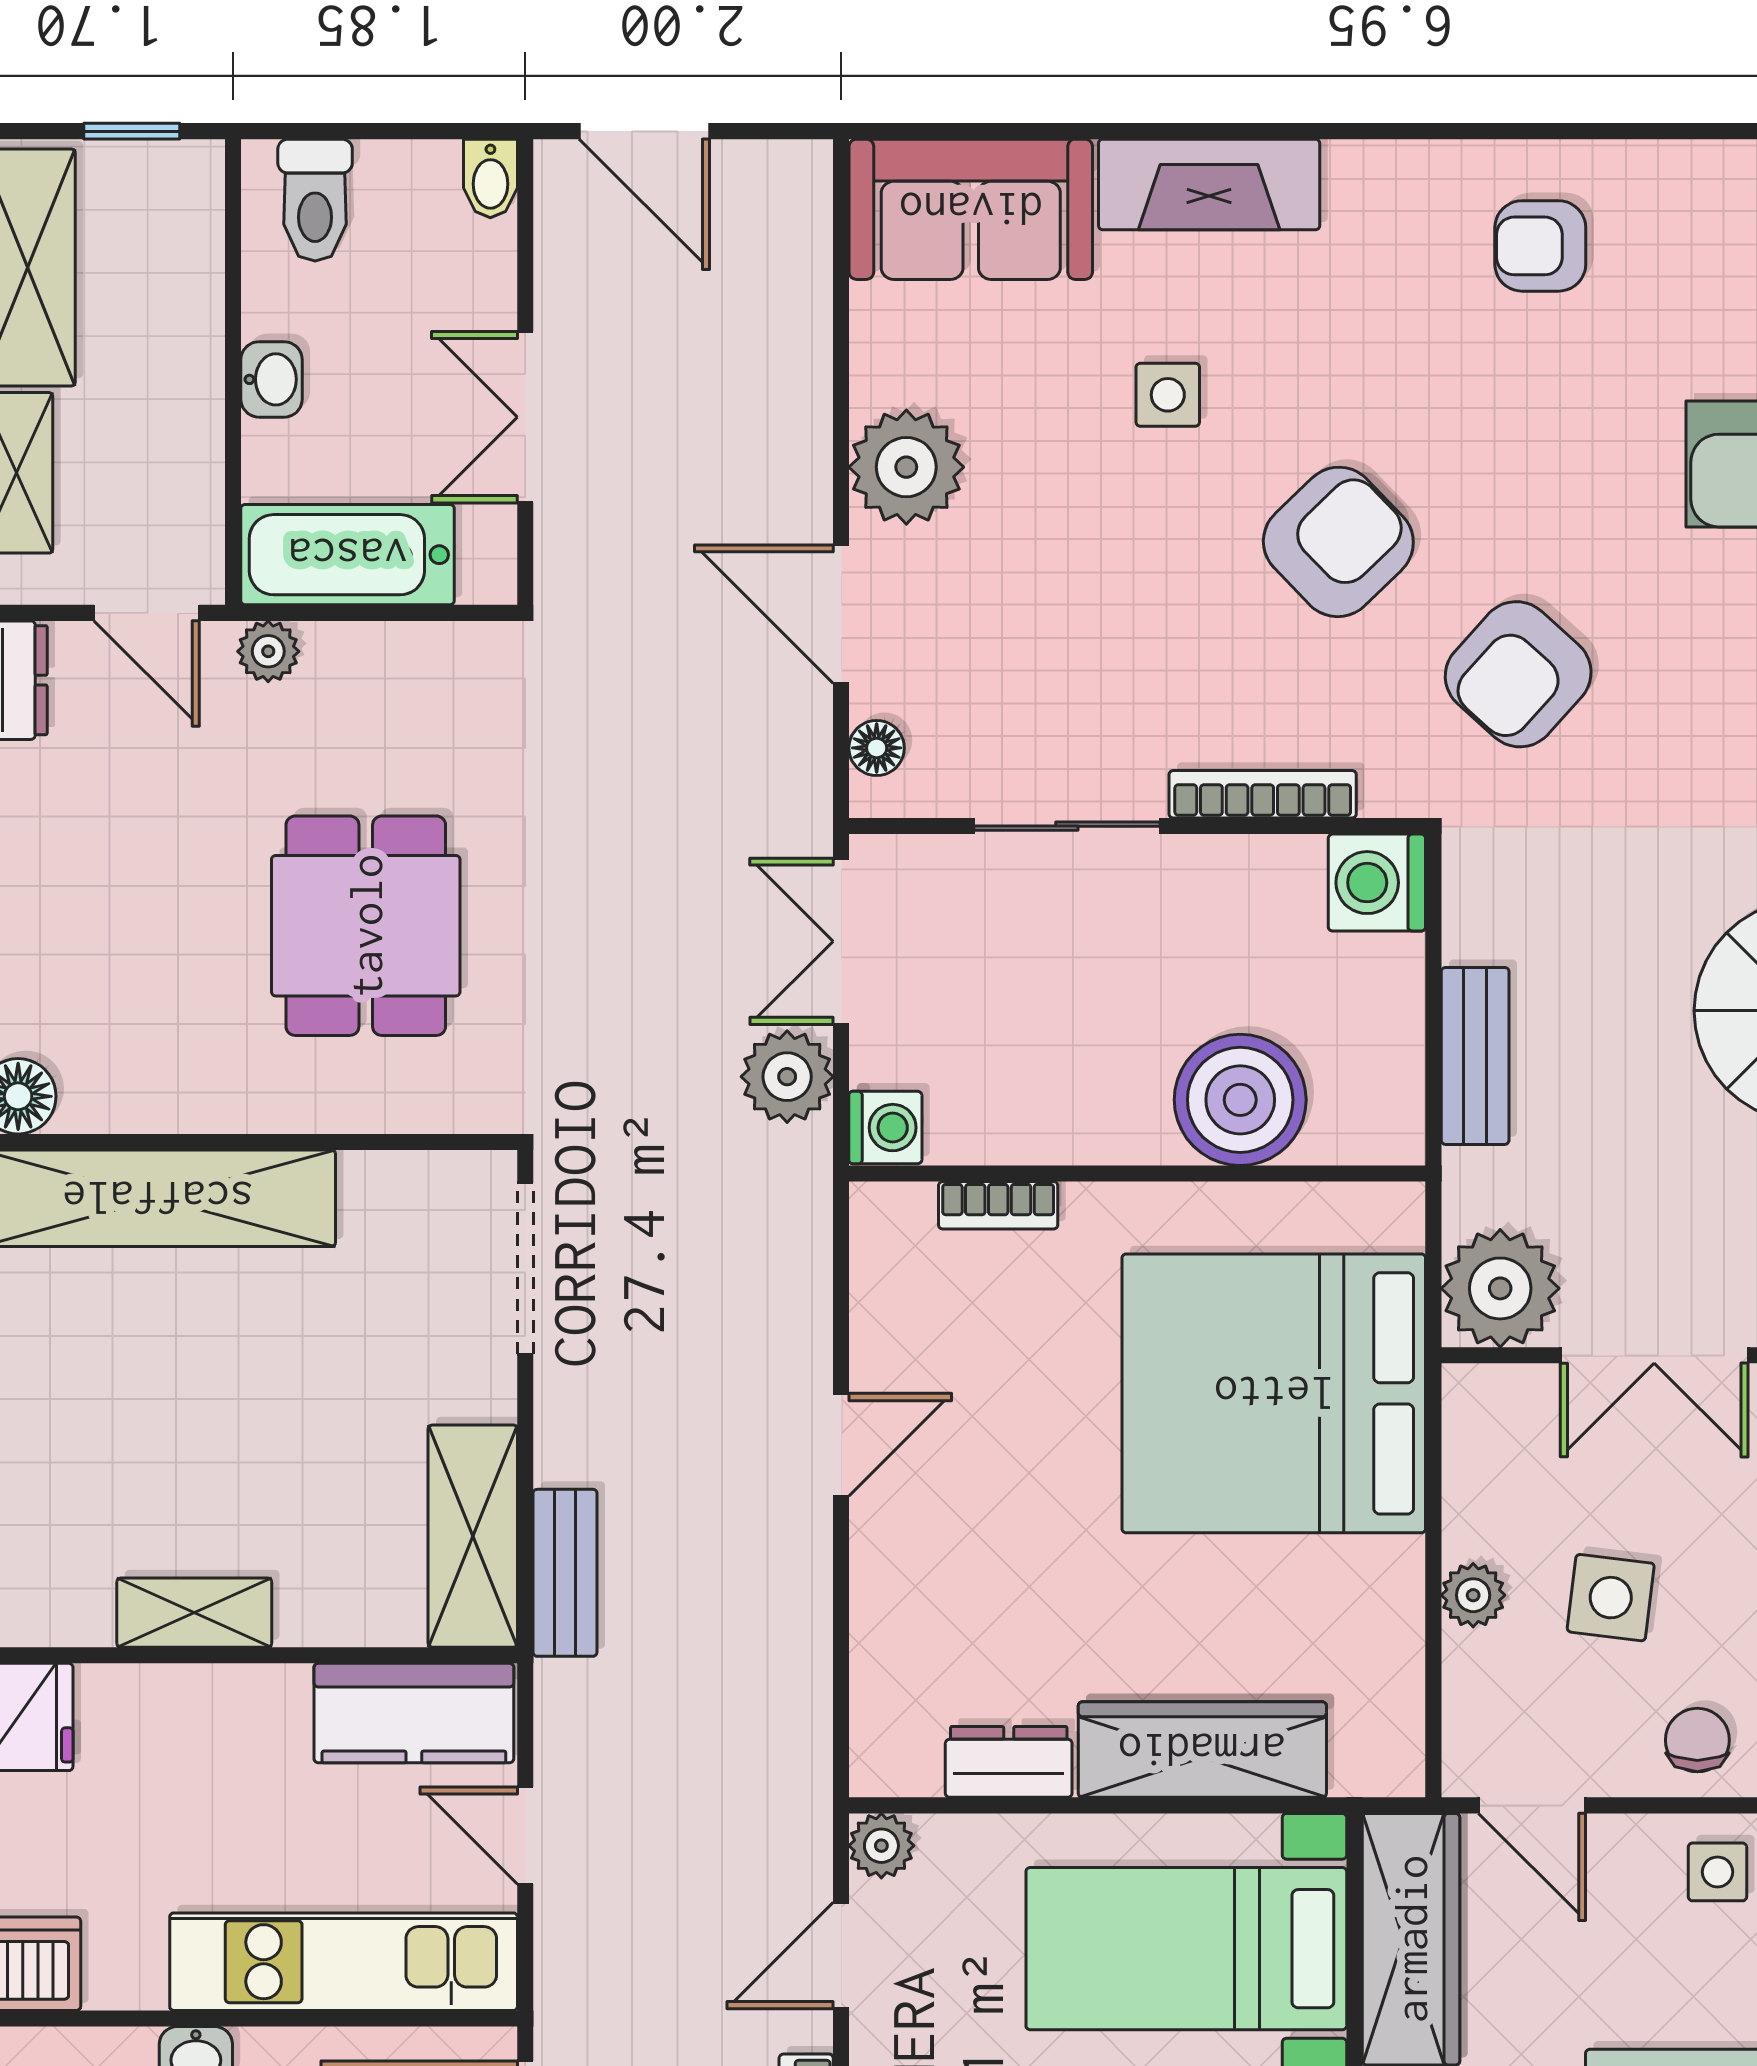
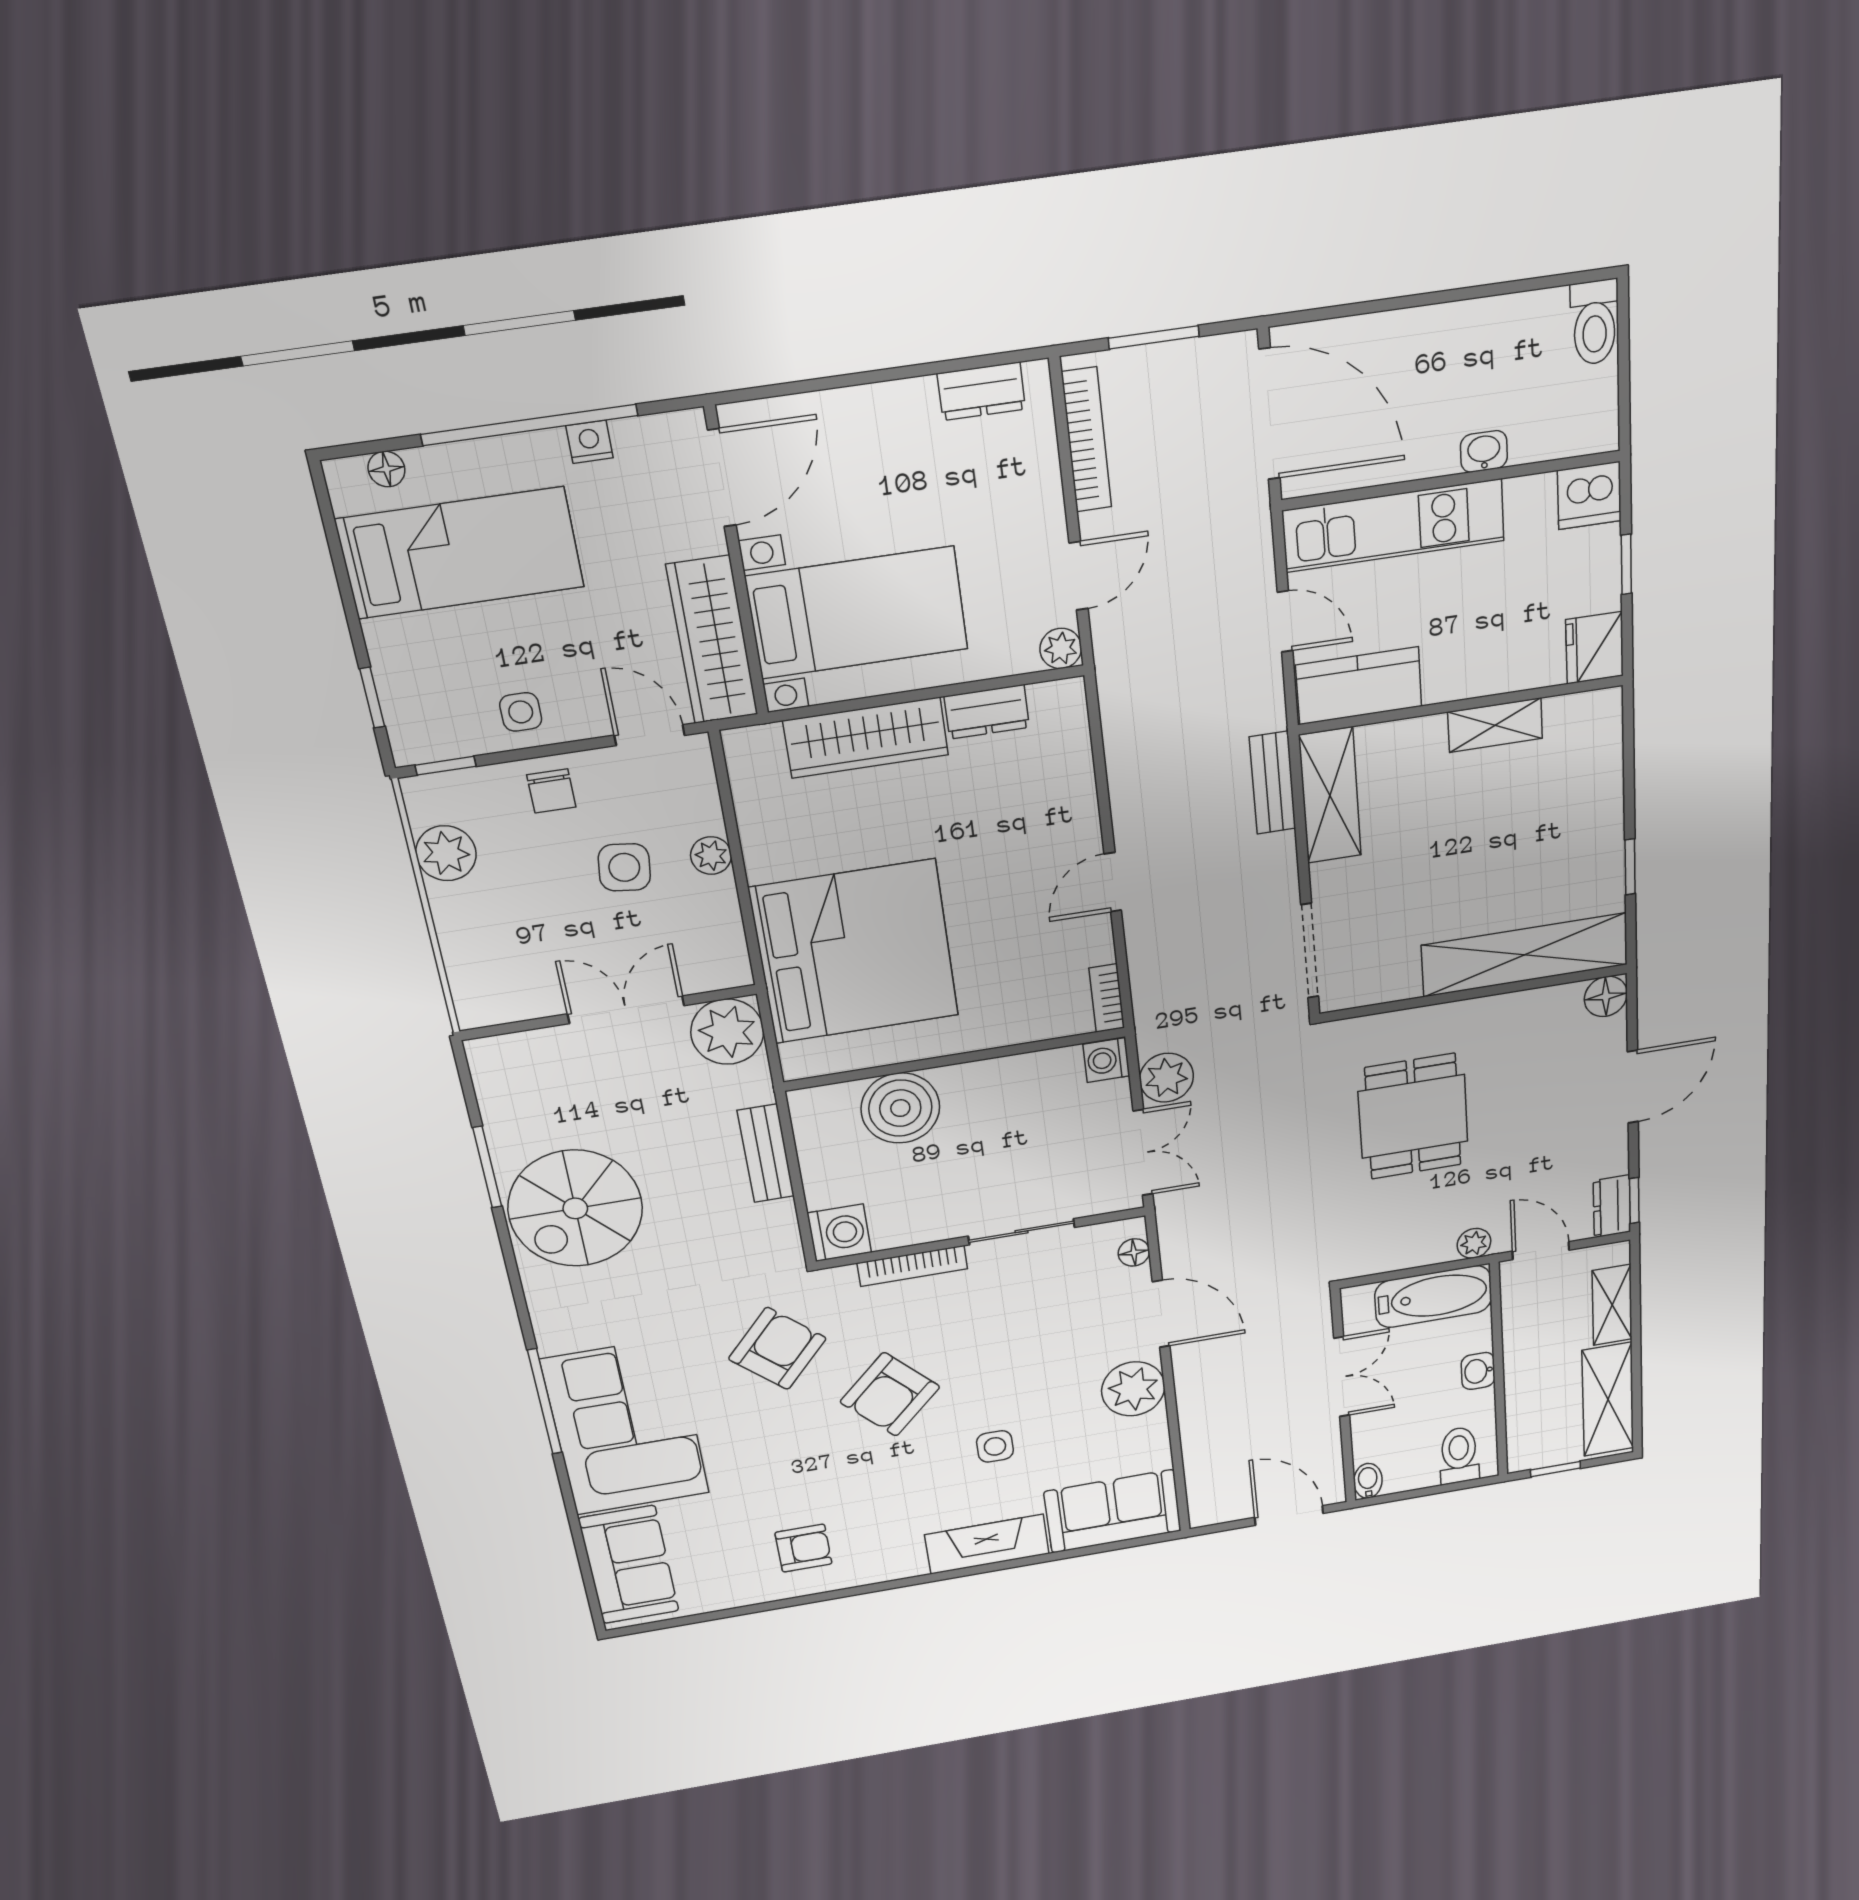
bookcase: (998, 1205) -> (1107, 998), moved, turned -90

